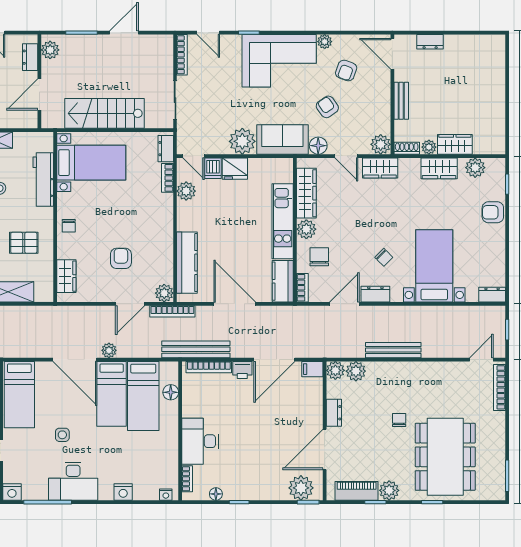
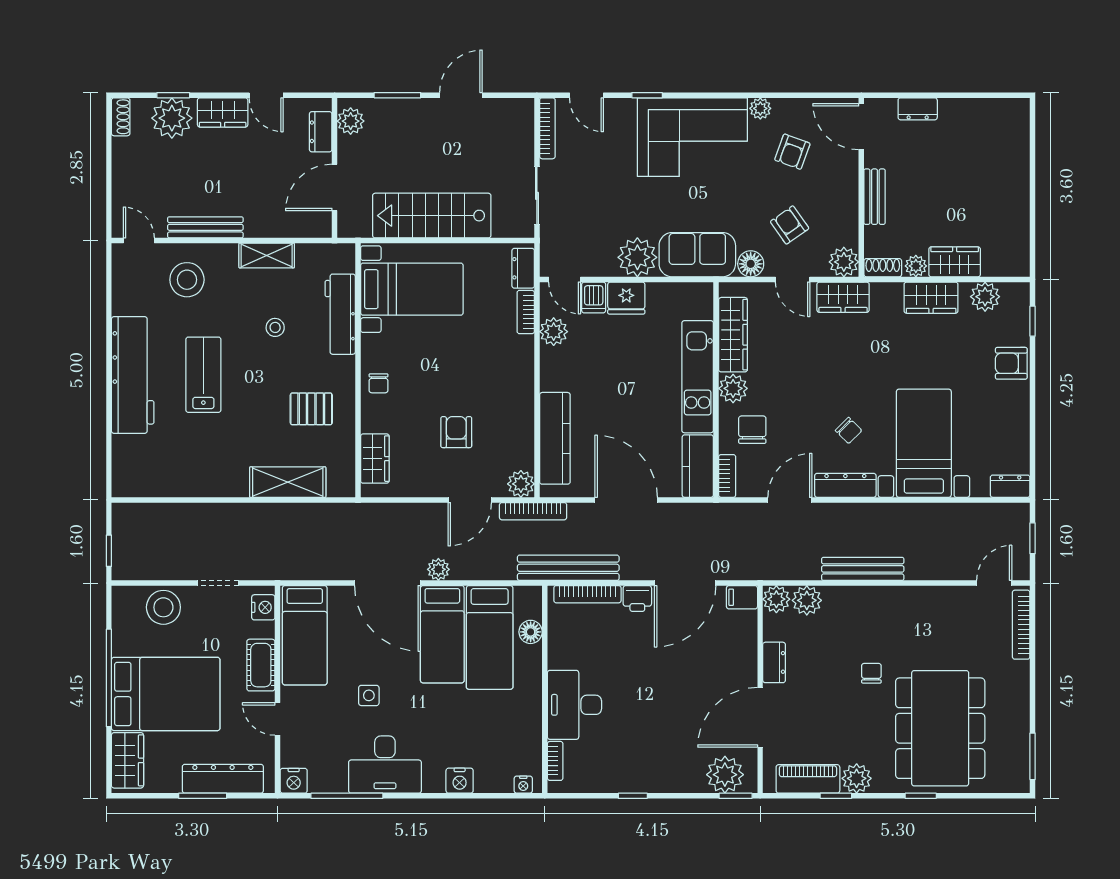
armchair: (327, 107) -> (790, 225), moved
dresser: (375, 294) -> (845, 485), width x1.44
floor lamp: (216, 494) -> (598, 784), removed

